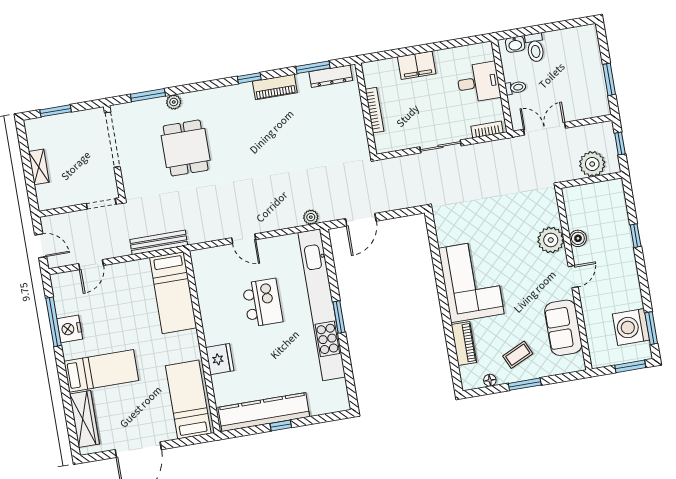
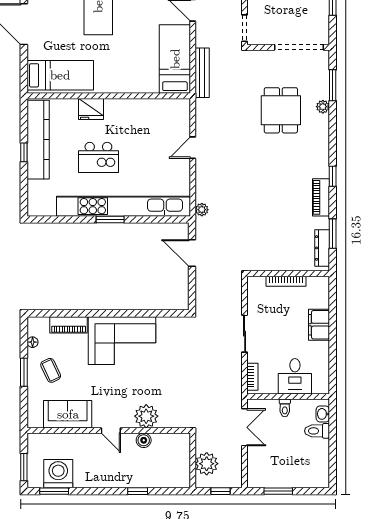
dining table: (186, 148) -> (281, 110), turned 90
bed: (173, 293) -> (175, 59), moved, turned 90
kitchen island: (262, 303) -> (98, 157), moved

